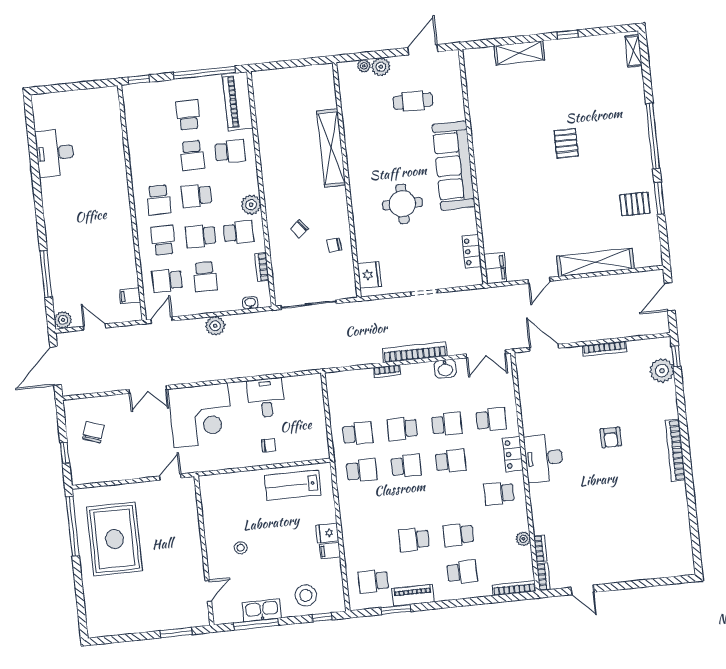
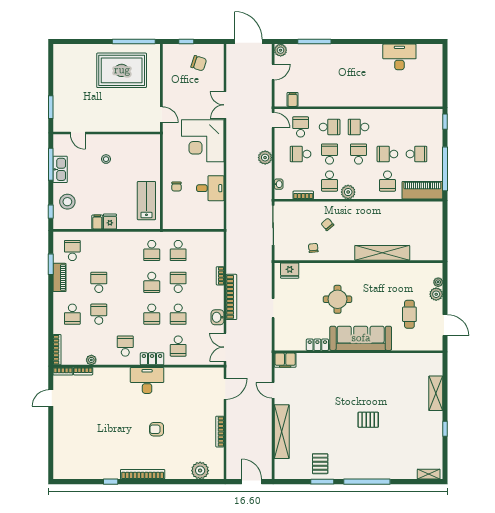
locker: (472, 251) -> (317, 345), moved
window: (676, 356) -> (111, 482), moved

